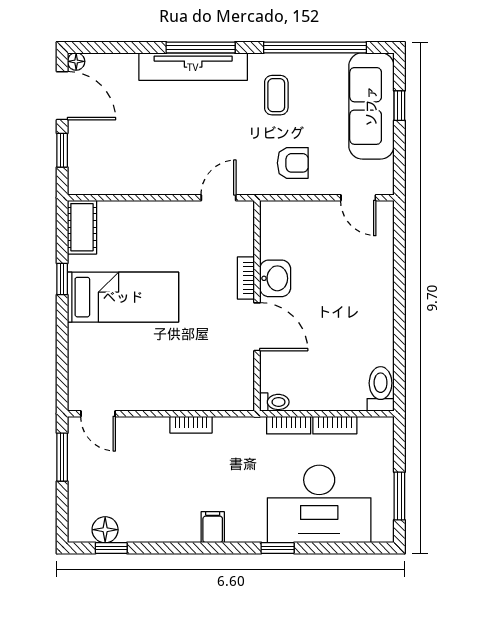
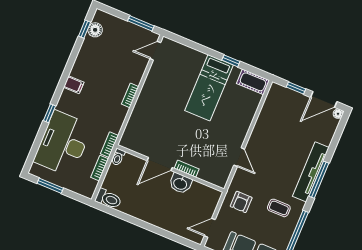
bookcase: (246, 278) -> (187, 169), moved
washbasin: (275, 278) -> (180, 183), moved
wall: (257, 306) -> (170, 168), moved
door: (257, 327) -> (160, 164), moved
toilet: (274, 402) -> (118, 157), moved

